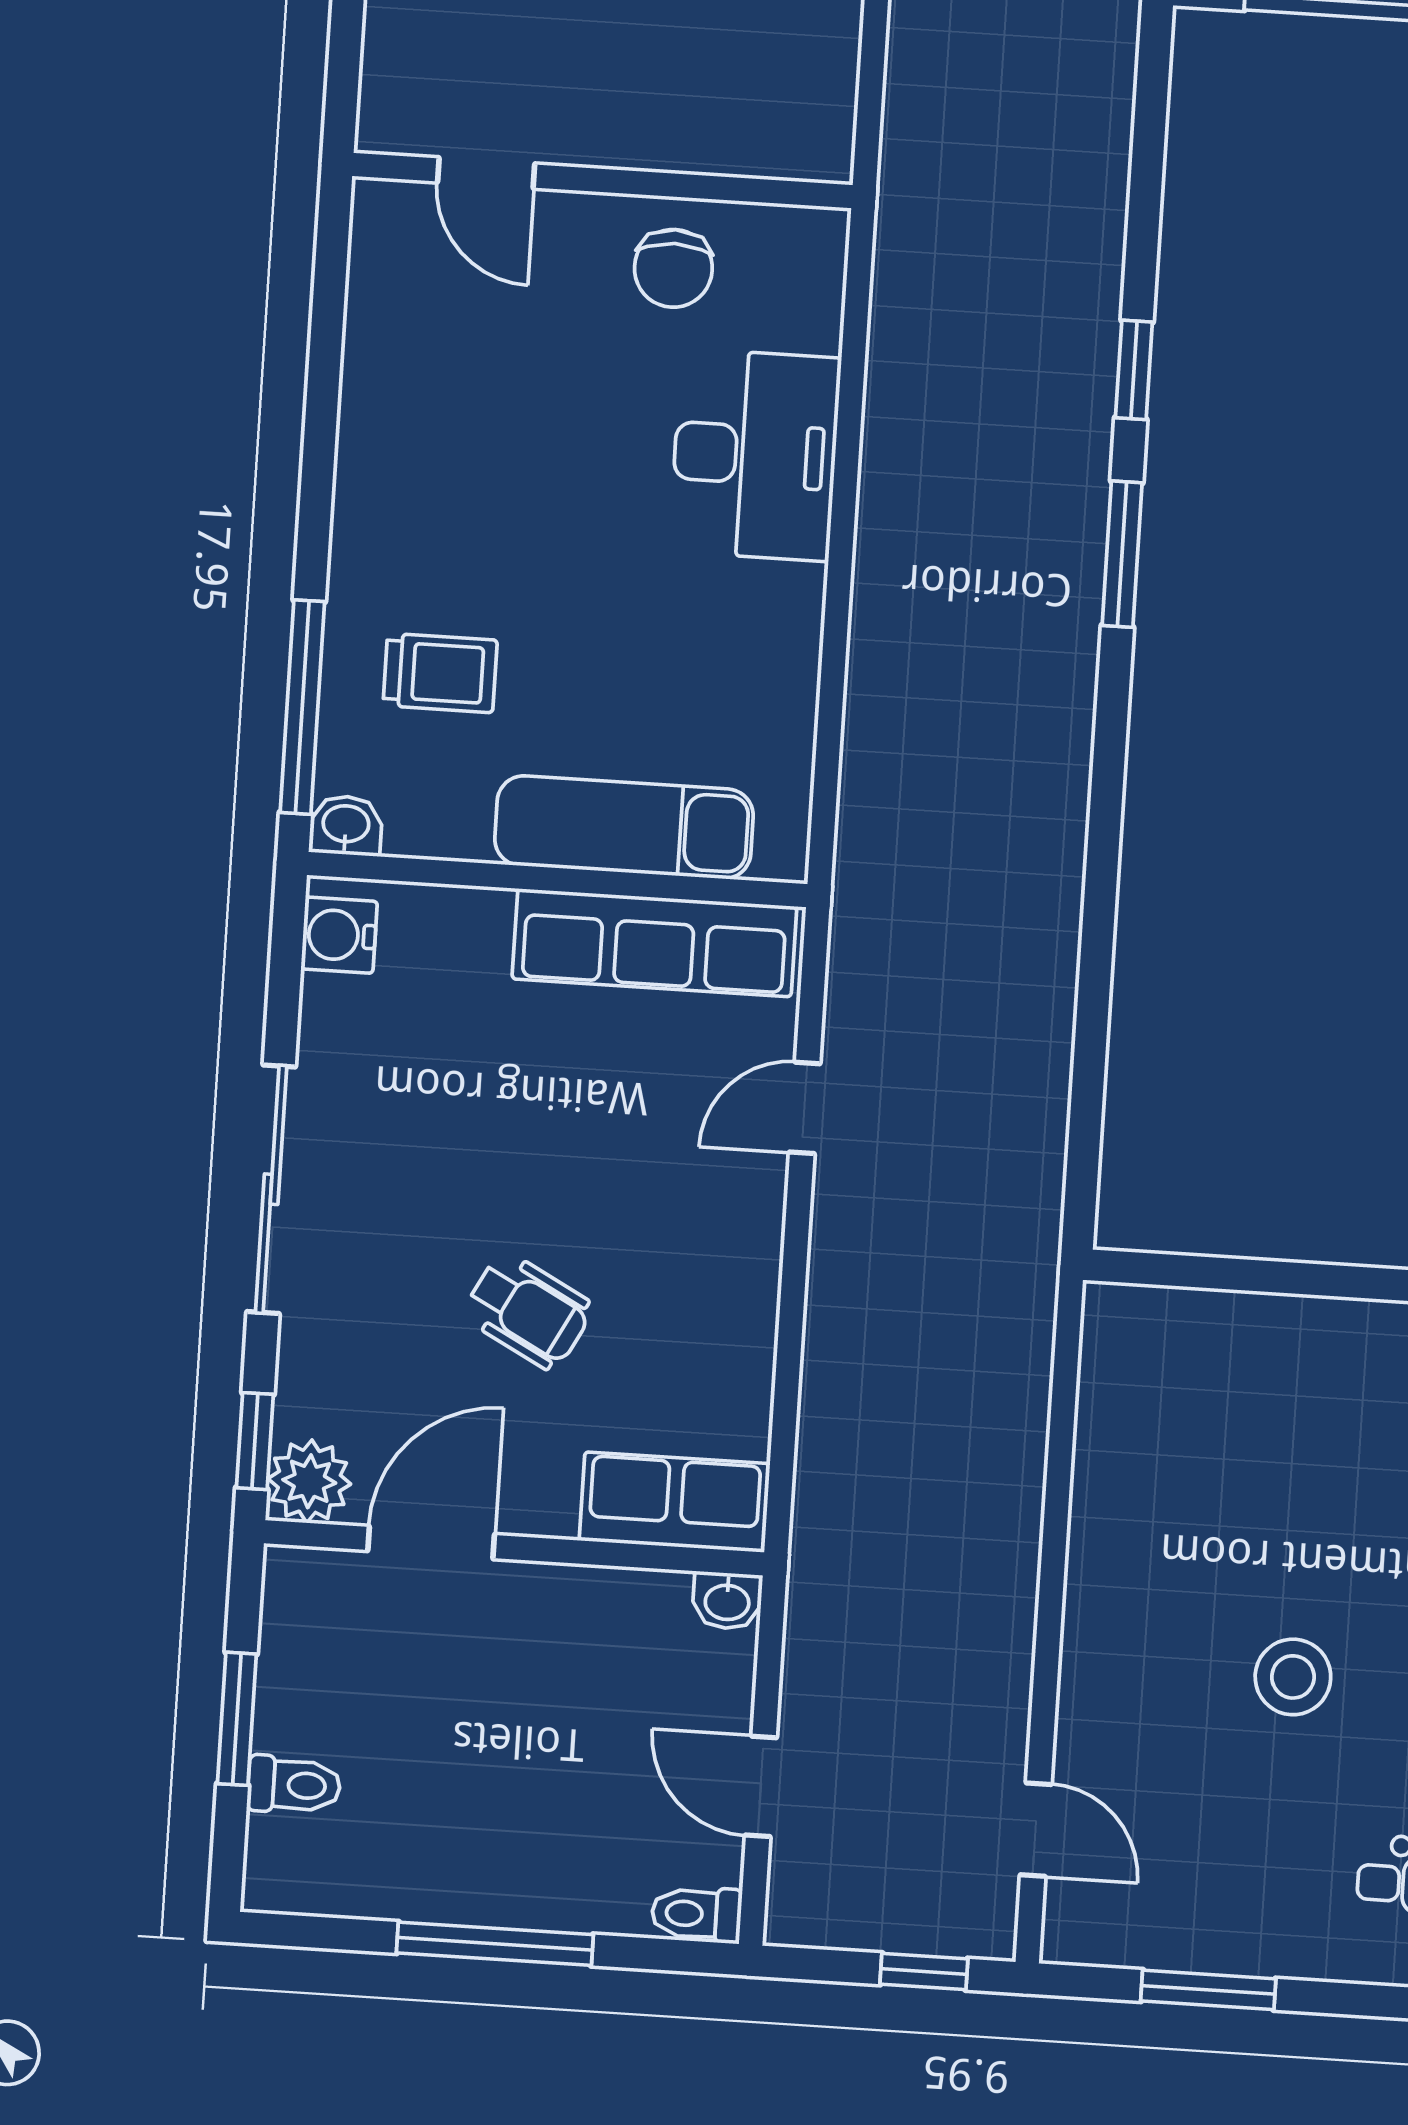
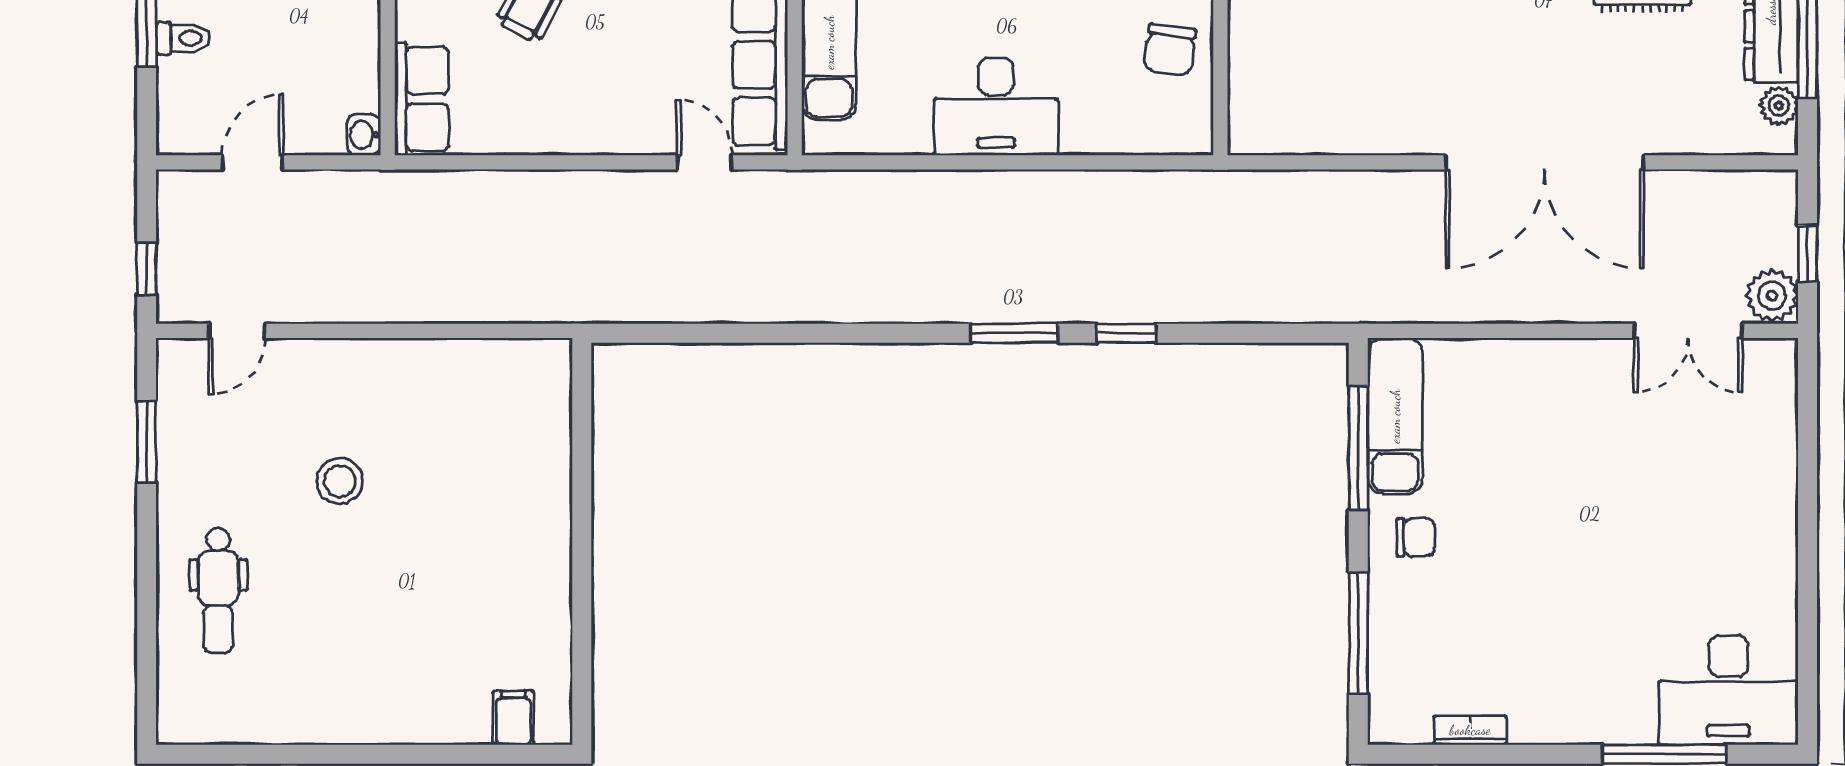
chair: (673, 268) -> (1170, 50), turned -82
desk: (755, 455) -> (996, 107), moved
door: (805, 1108) -> (705, 162), moved
toilet: (697, 1914) -> (183, 38), moved, turned 90

